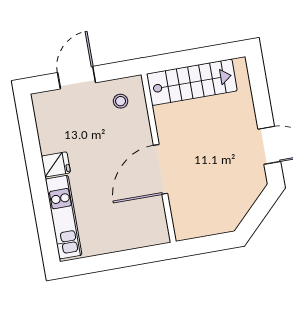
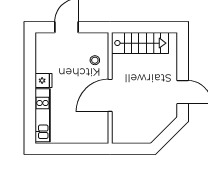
stool: (121, 101) -> (95, 60), moved

